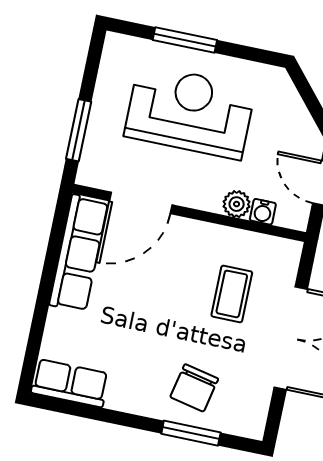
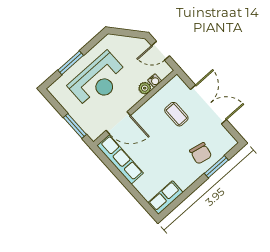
reception desk: (190, 112) -> (98, 80), turned 180
door: (141, 203) -> (118, 123), hinge flipped

